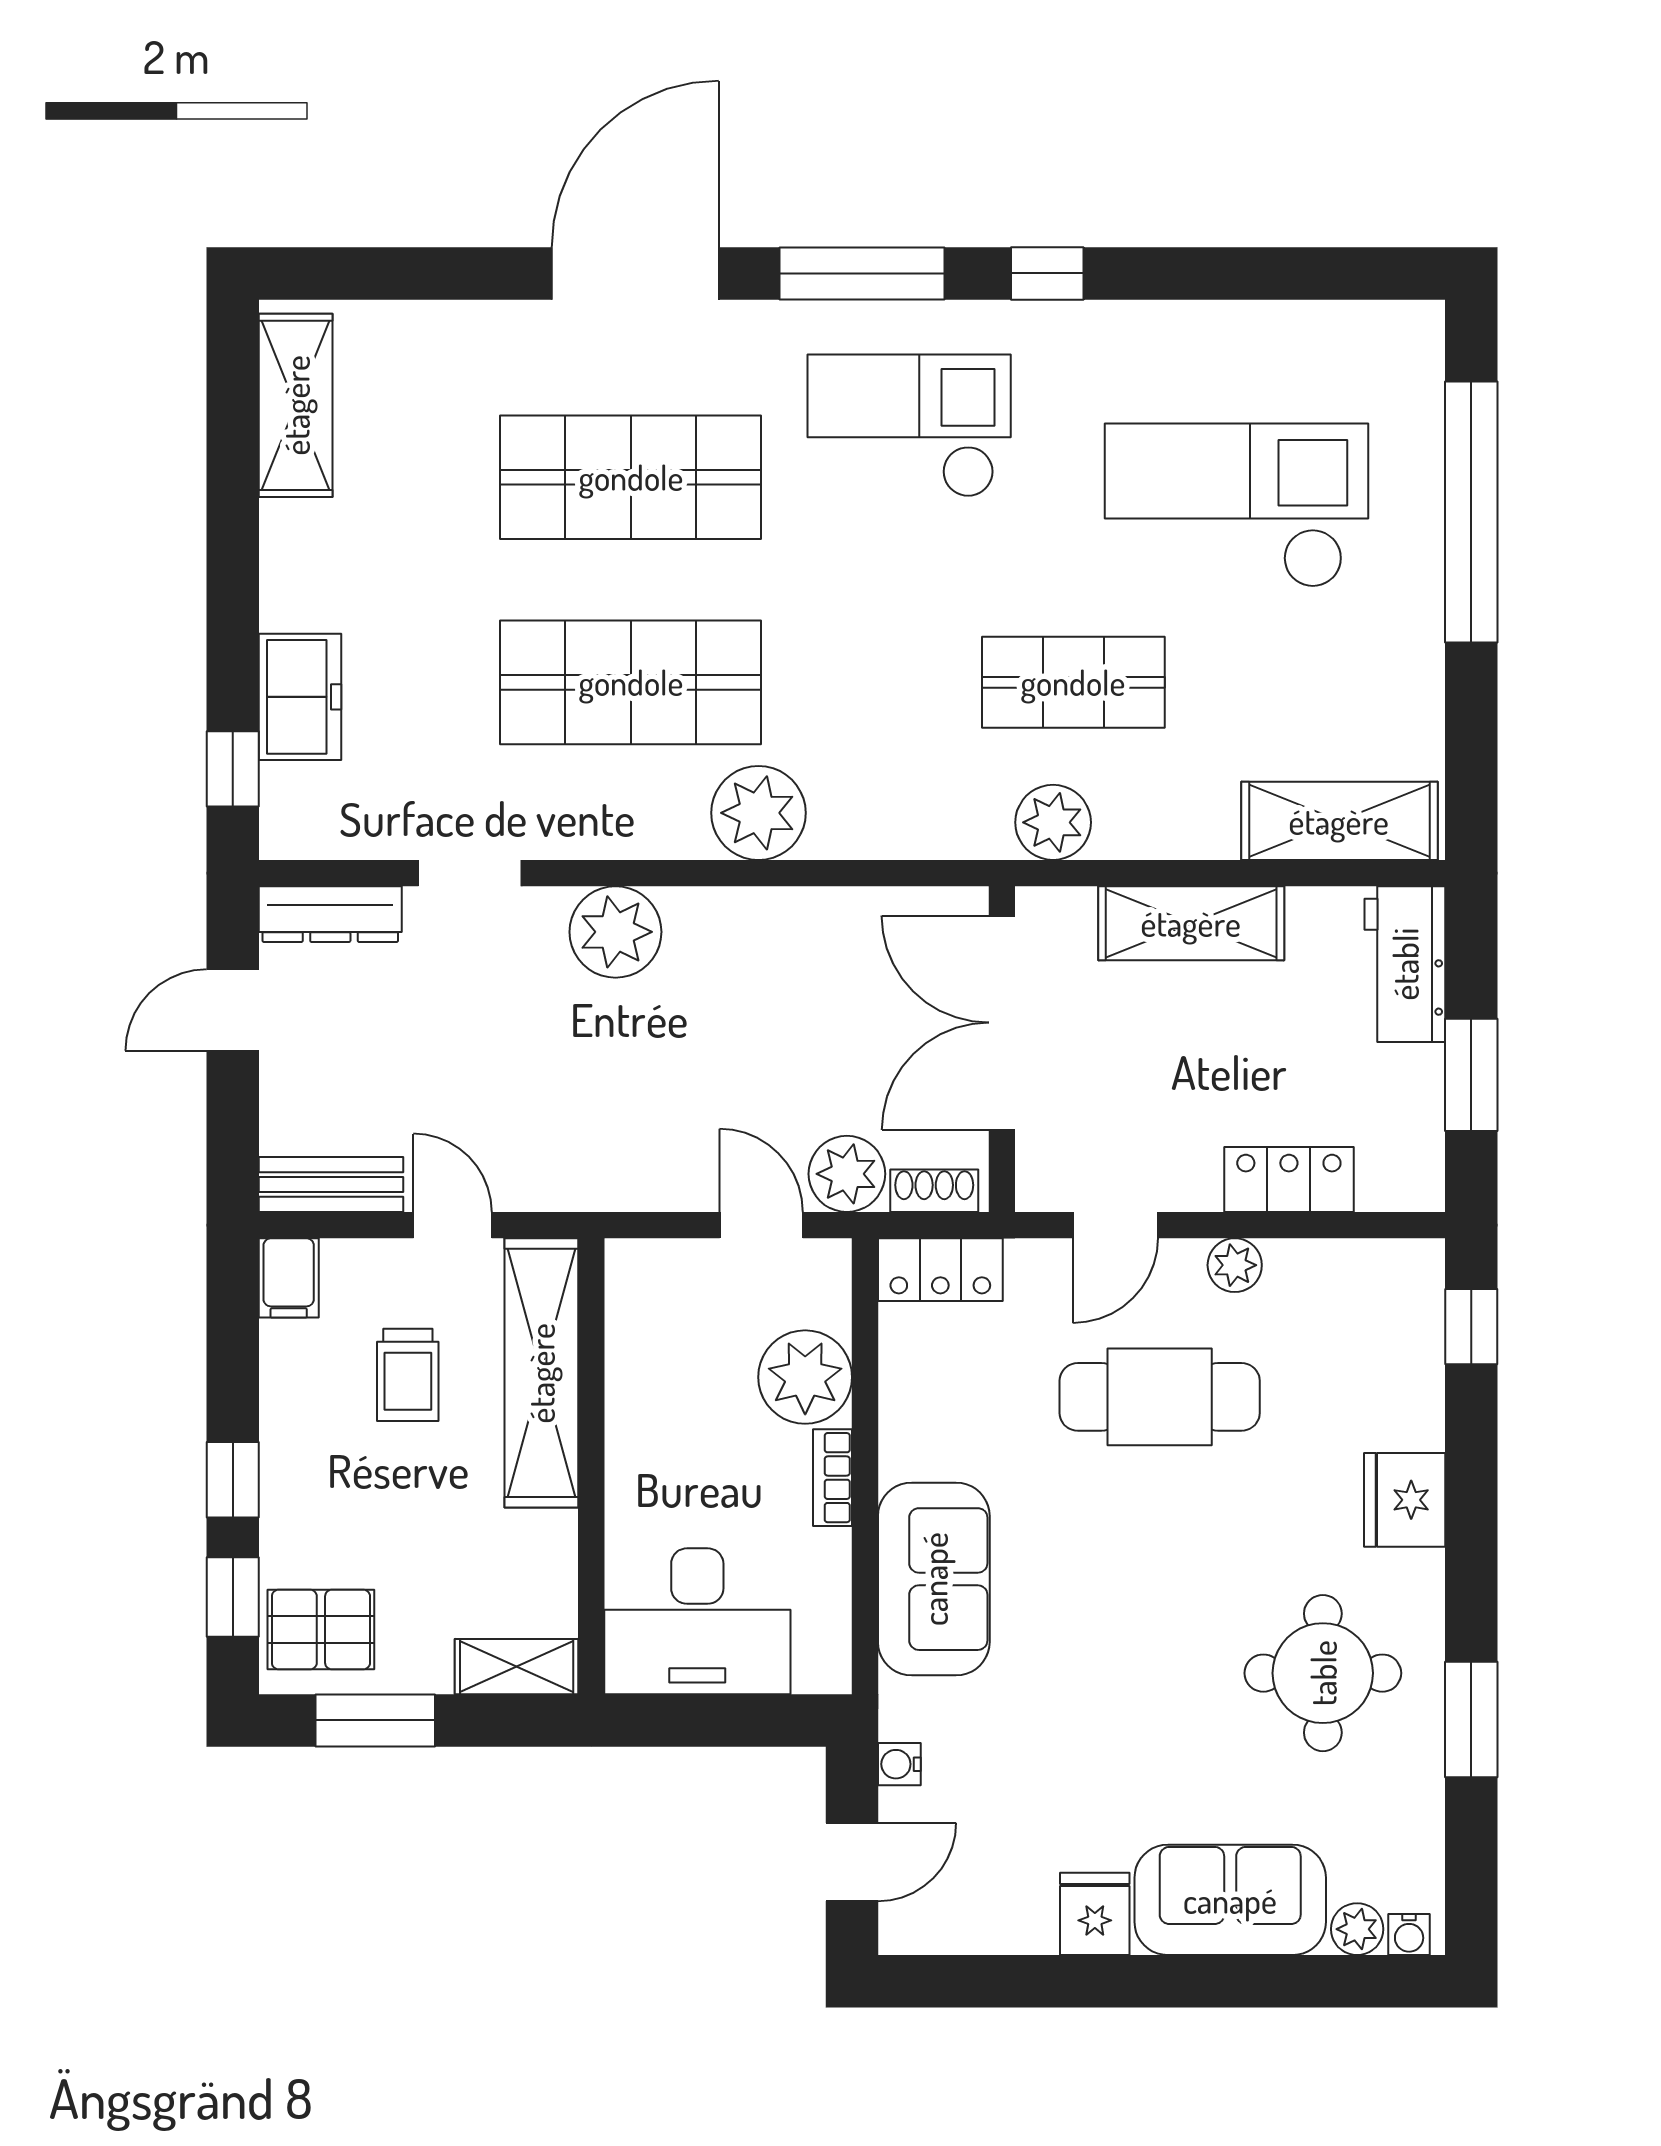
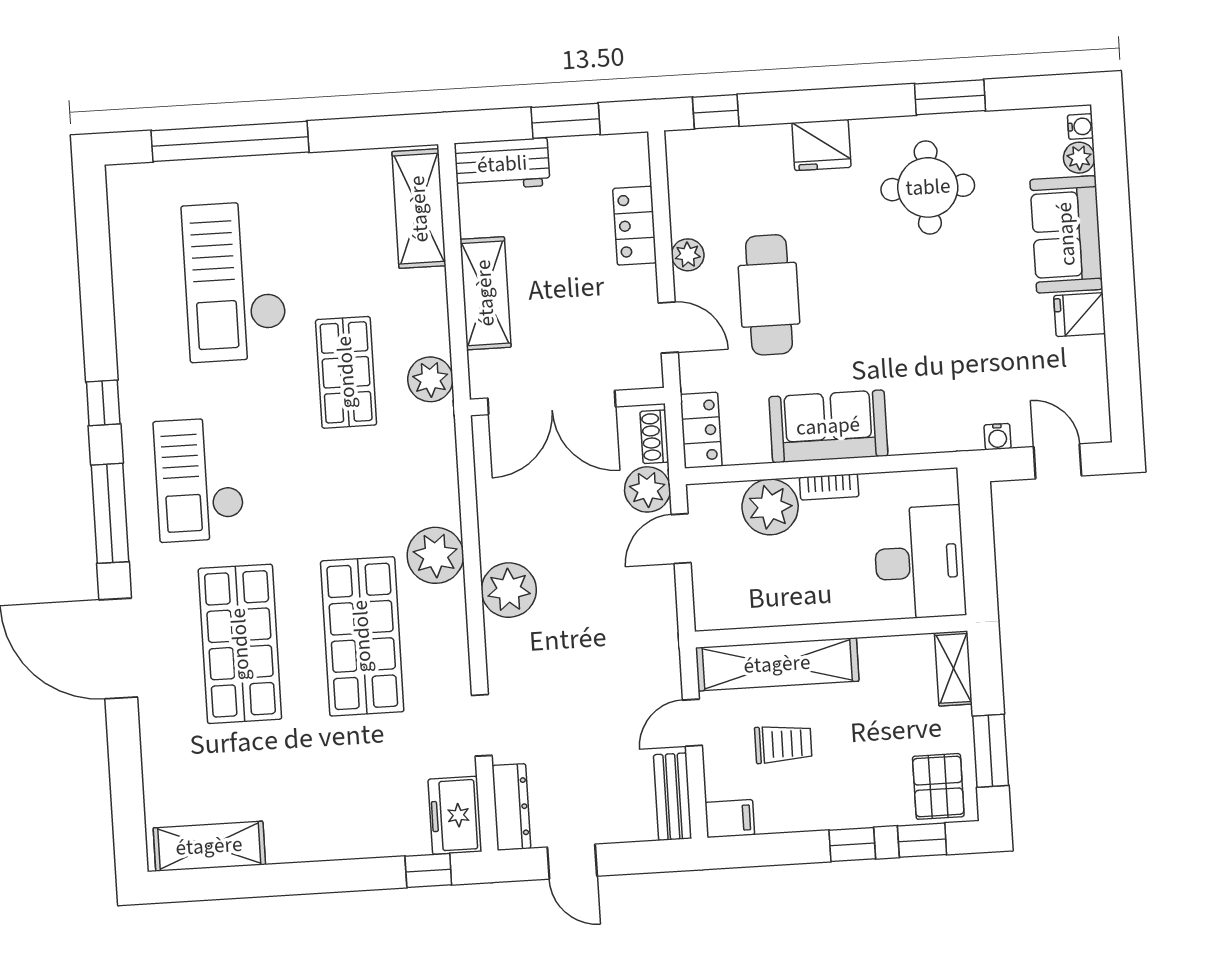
freezer: (300, 697) -> (455, 815), moved, turned -90
plant: (615, 932) -> (509, 590), moved
sofa: (934, 1579) -> (828, 426), moved

